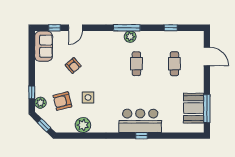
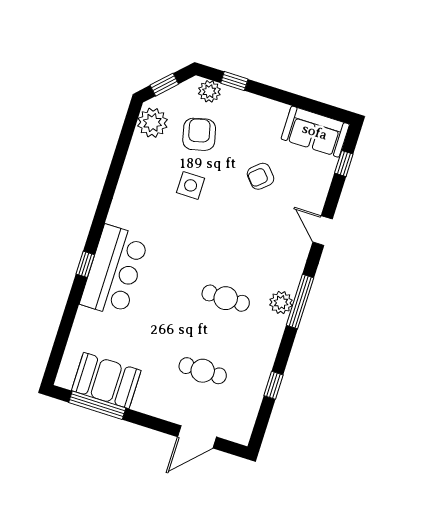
door: (75, 28) -> (323, 231), moved
plant: (83, 125) -> (152, 123), moved

